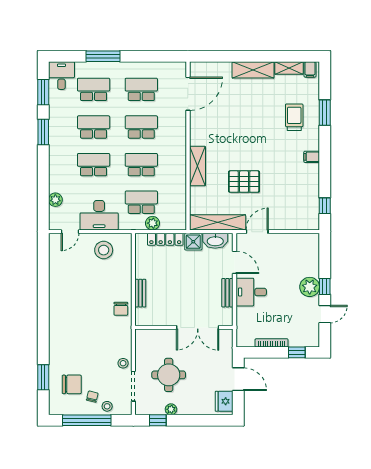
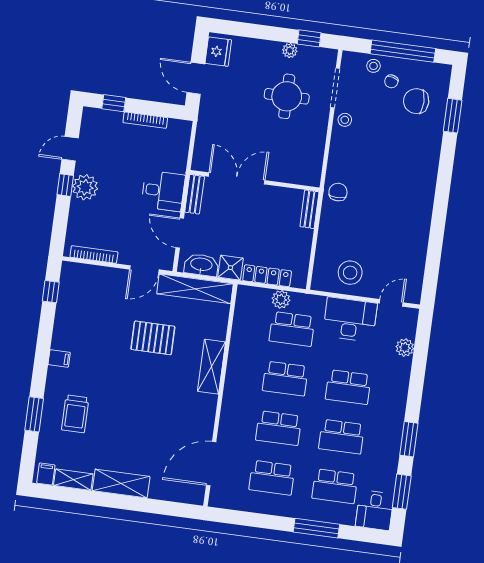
bookcase: (296, 238) -> (94, 254), added
wall: (184, 327) -> (255, 181), moved
double door: (198, 327) -> (237, 178), moved

